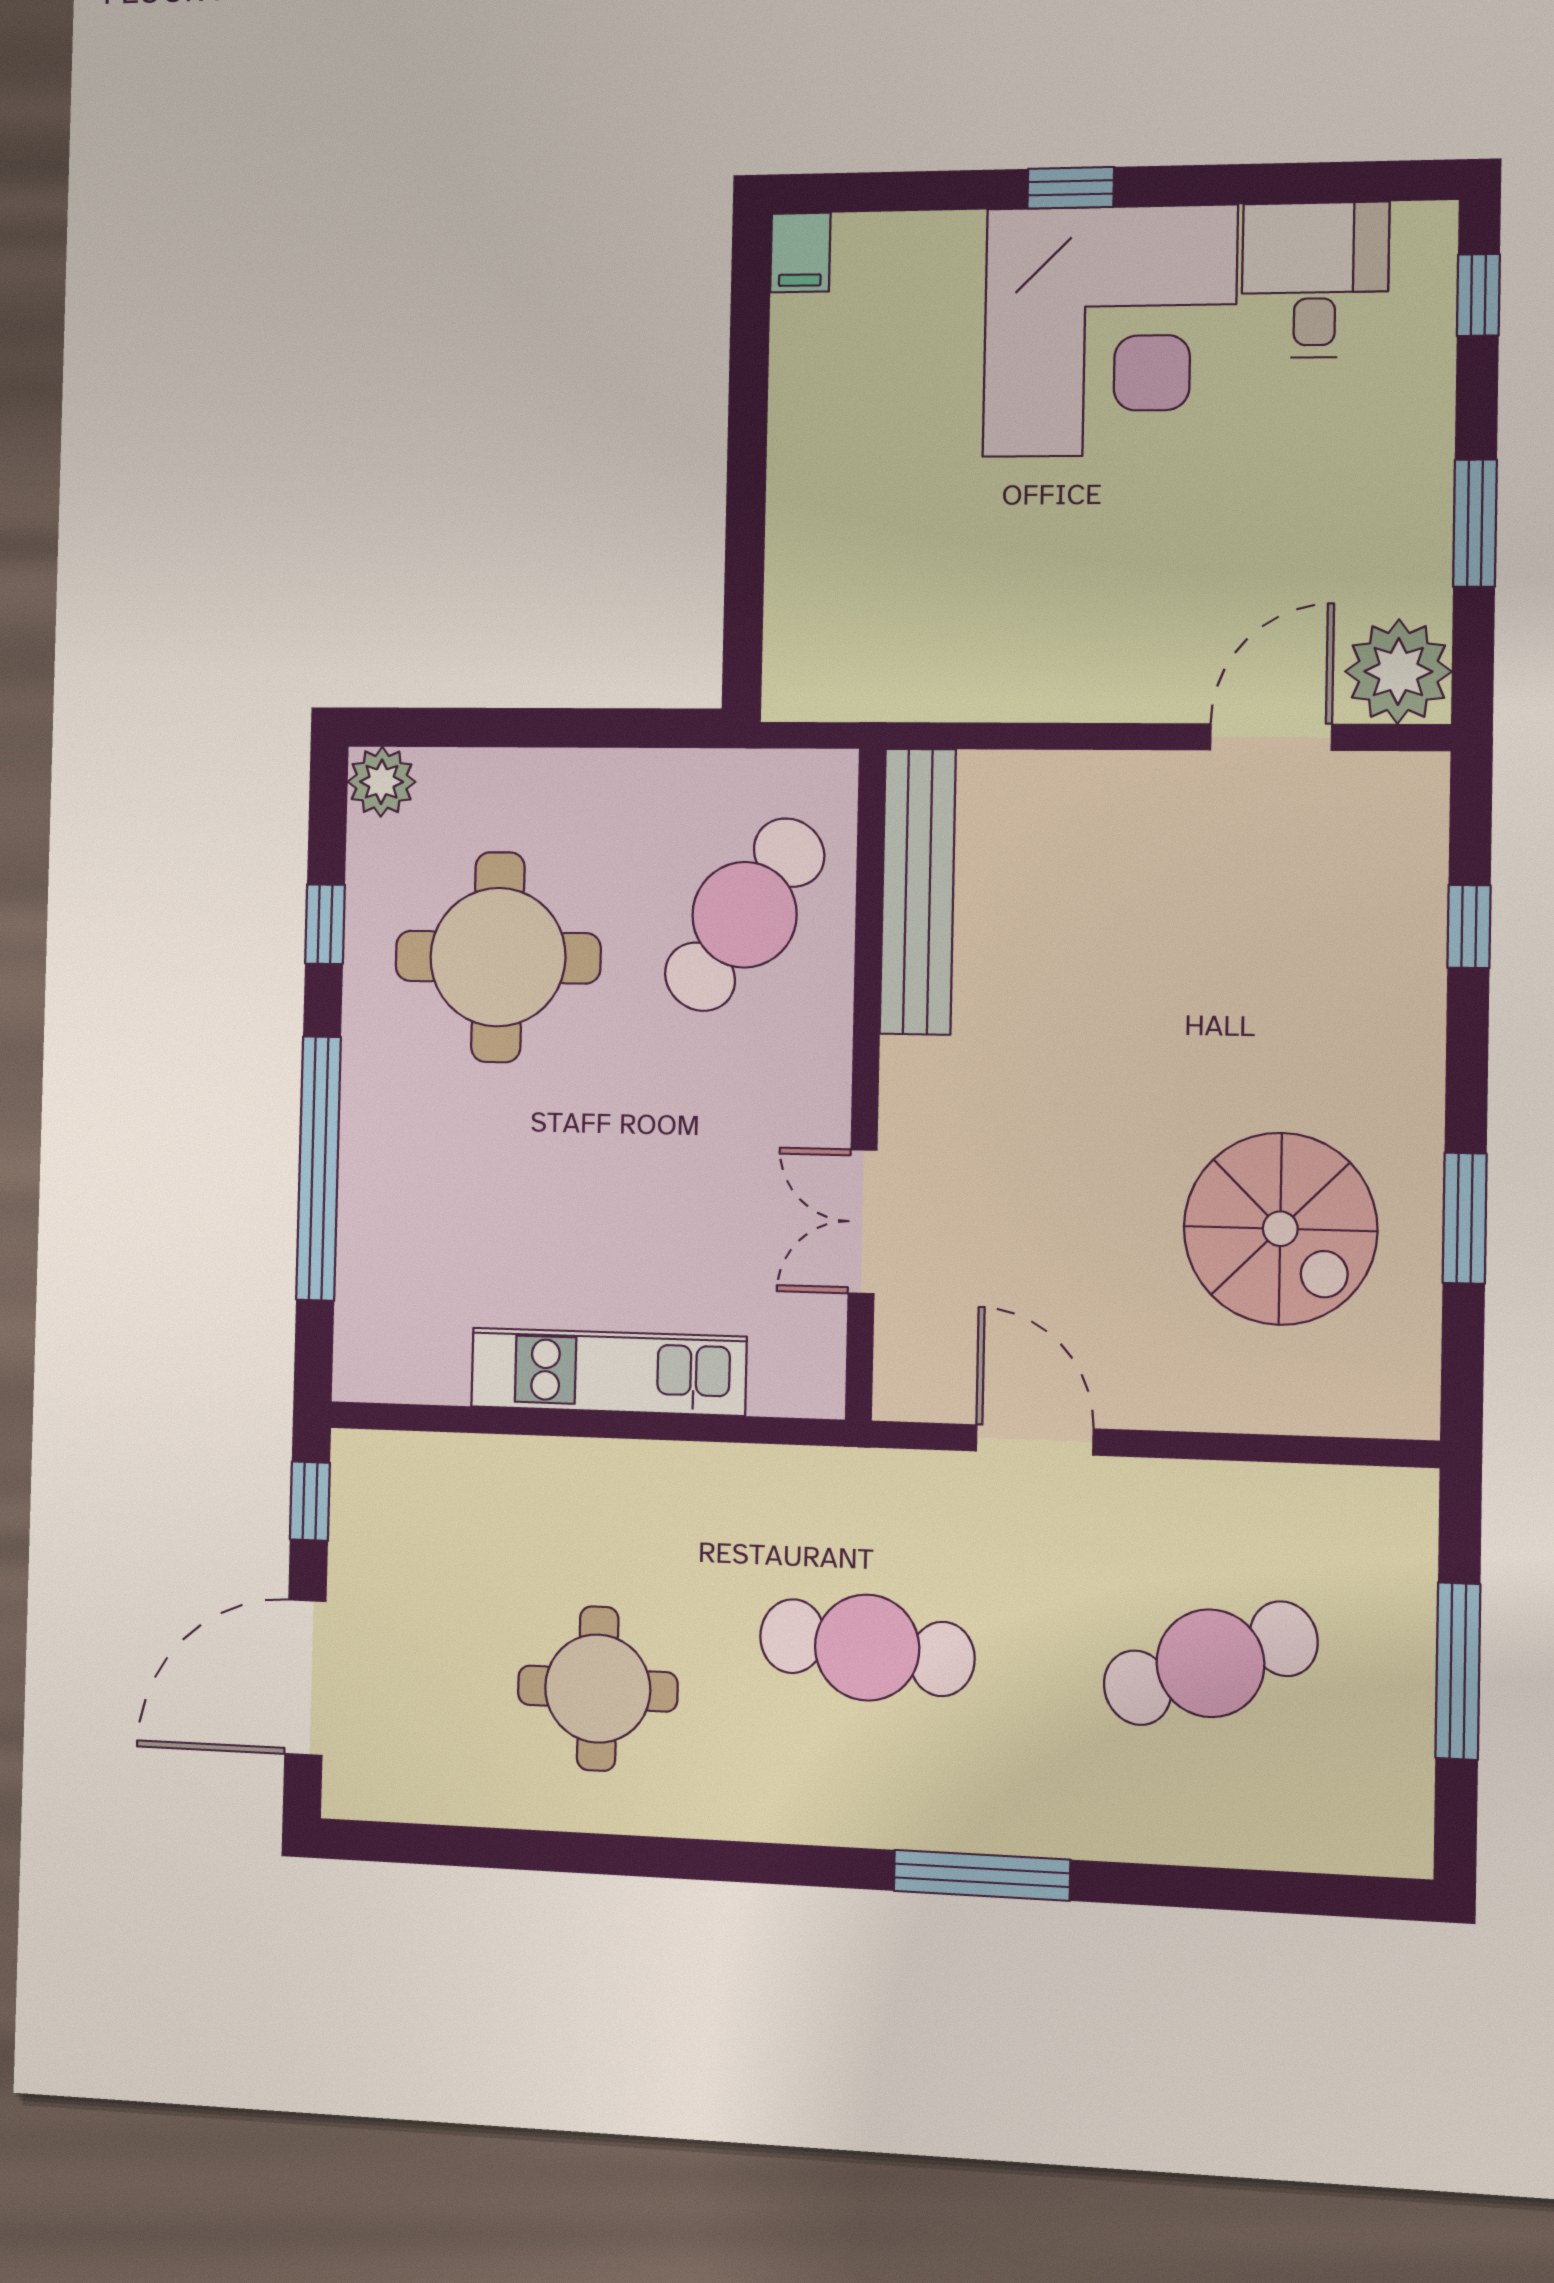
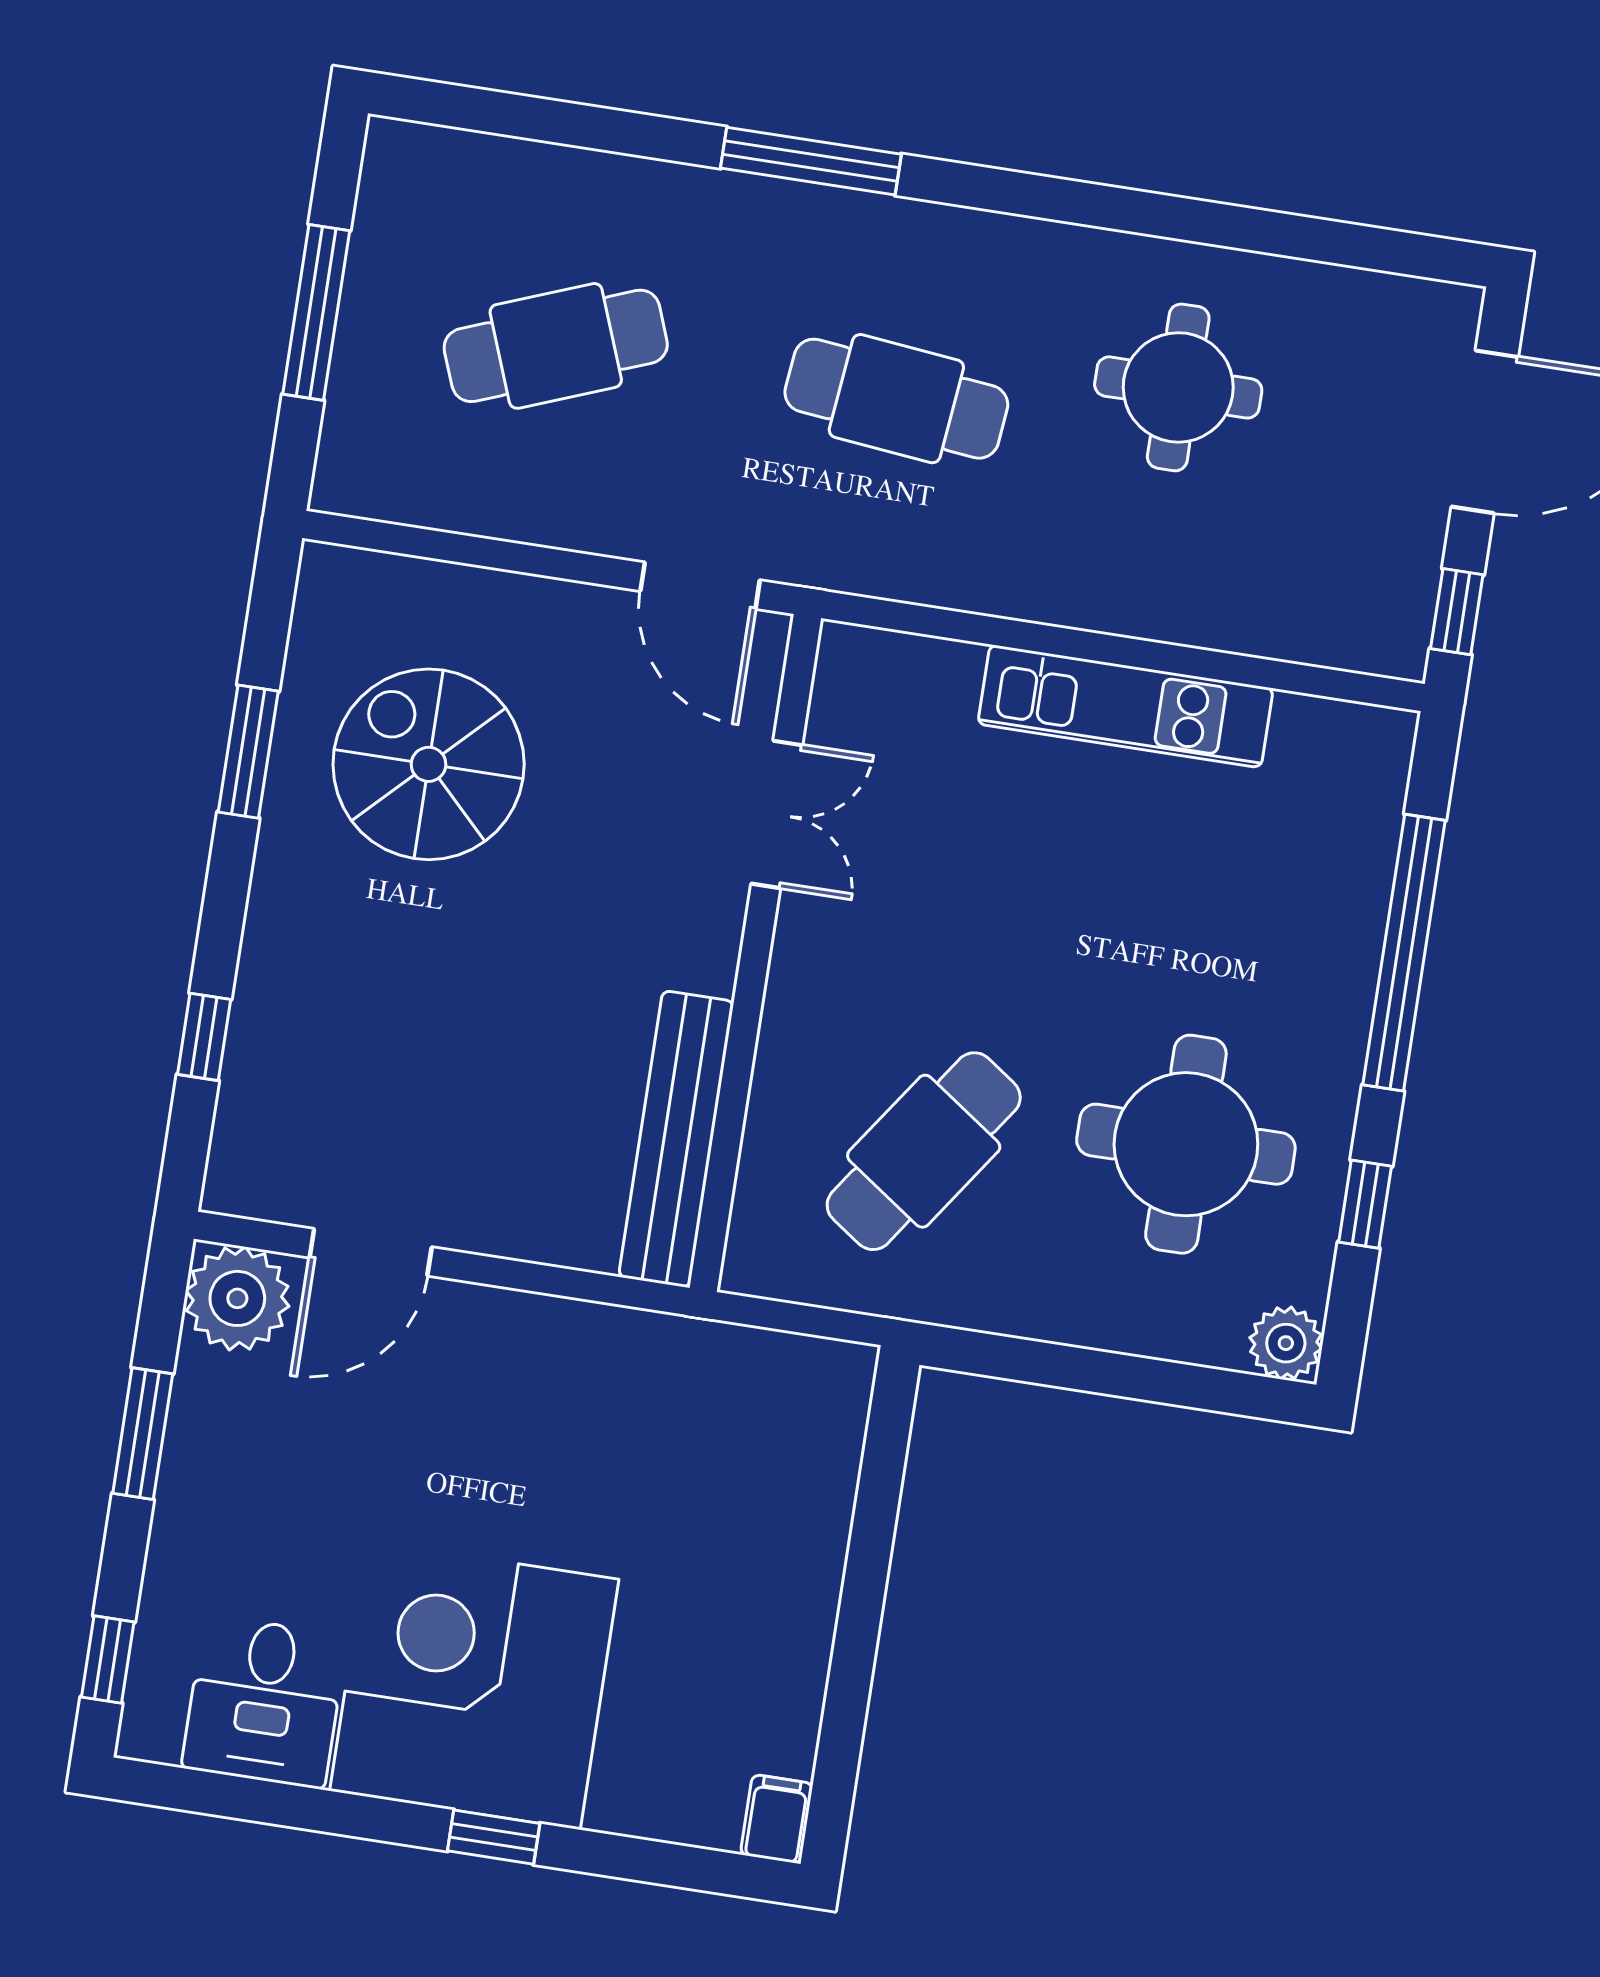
bench: (918, 891) -> (676, 1139), moved
wall: (865, 1083) -> (755, 953), moved
double door: (862, 1222) -> (777, 814), moved

